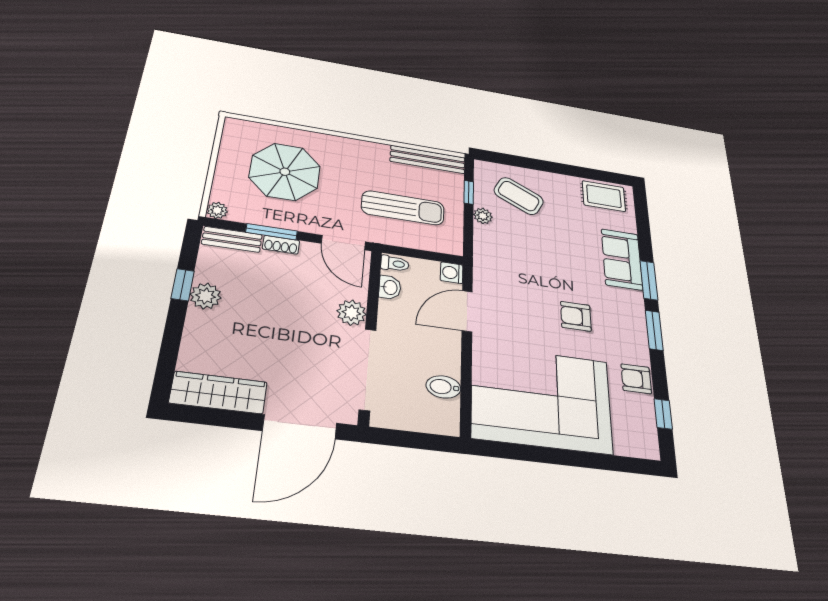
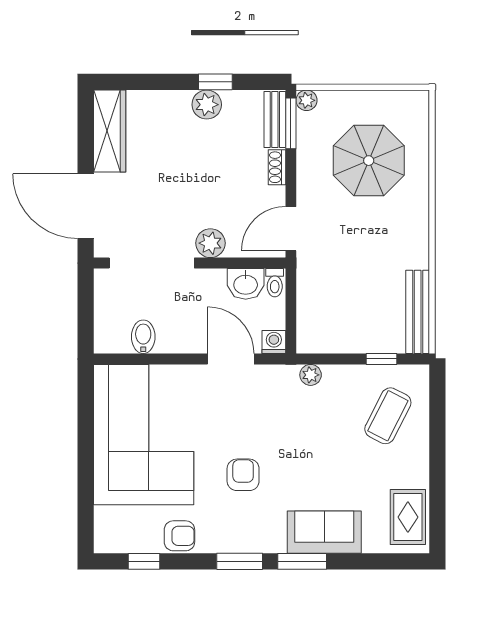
sun lounger: (403, 208) -> (346, 288), removed
plant: (483, 216) -> (311, 375), moved
window: (271, 232) -> (291, 123), moved
washbasin: (390, 287) -> (246, 284), width x1.38, depth x1.45
armchair: (636, 379) -> (179, 536), turned 90

